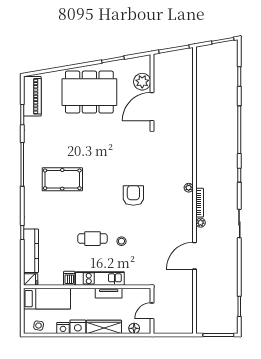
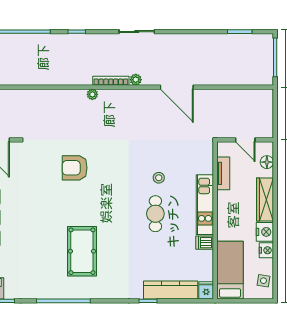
armchair: (133, 195) -> (75, 168), moved
tv unit: (109, 293) -> (223, 173), moved

